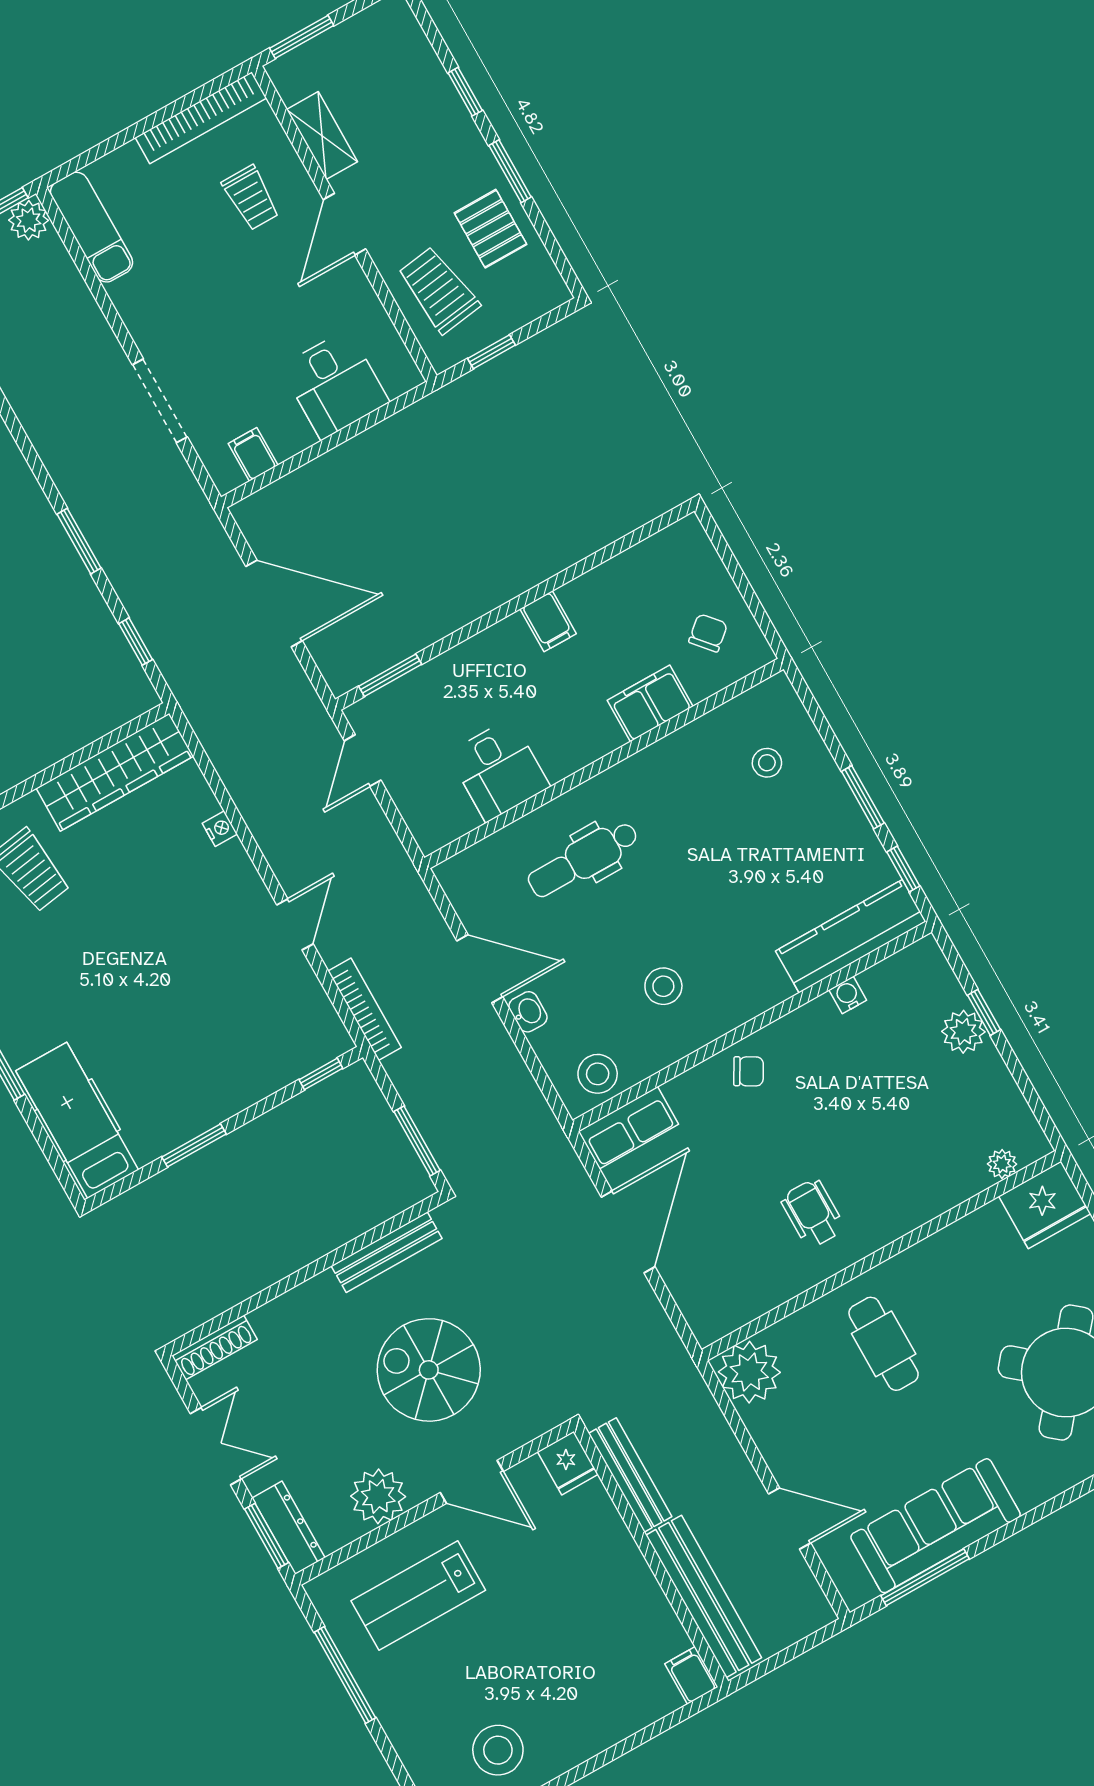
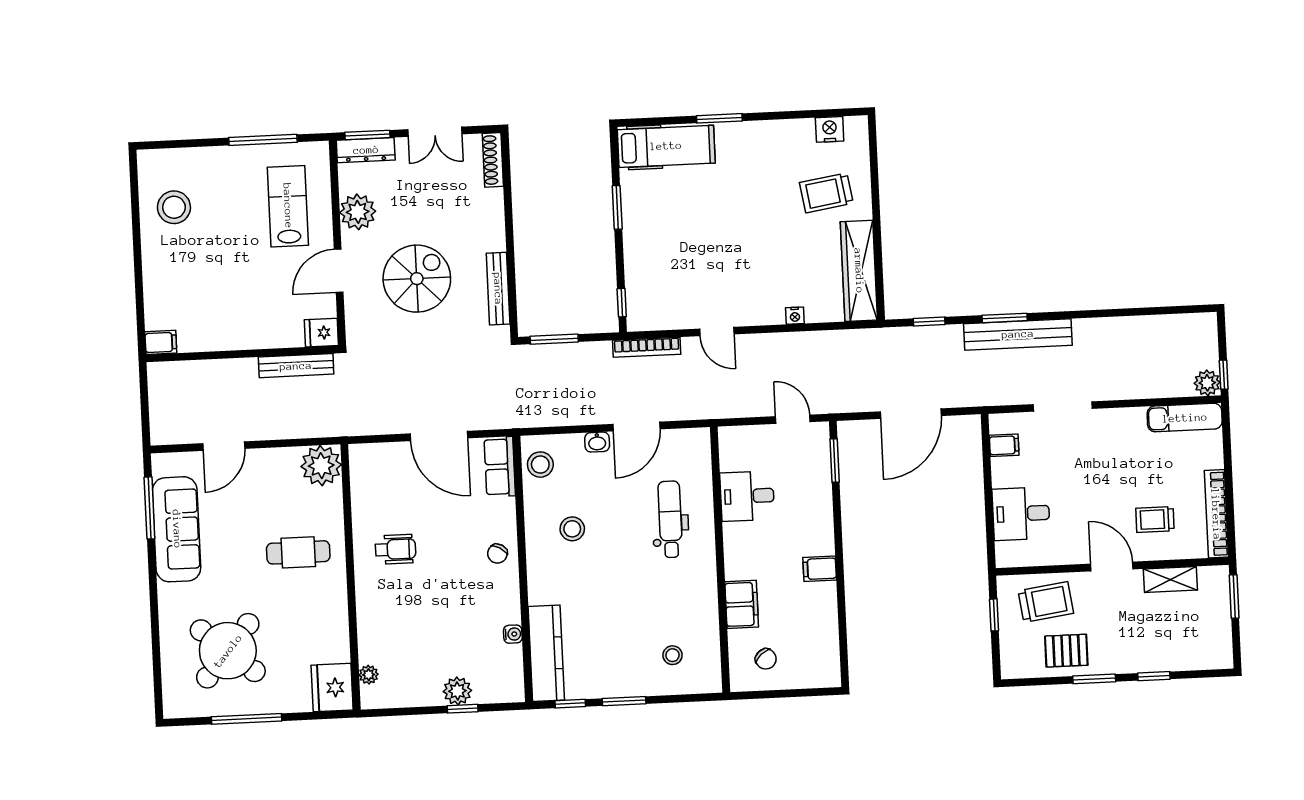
bench: (704, 1596) -> (1018, 334), moved

